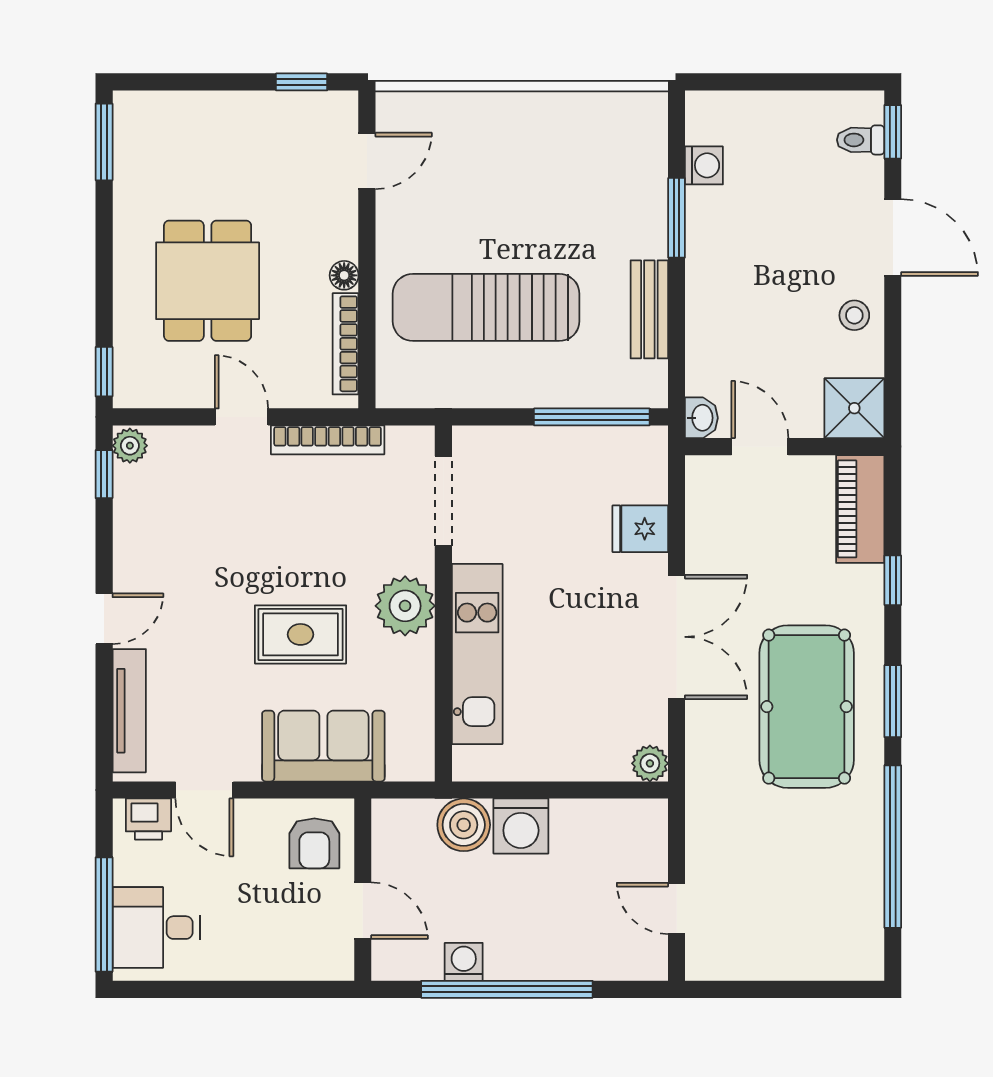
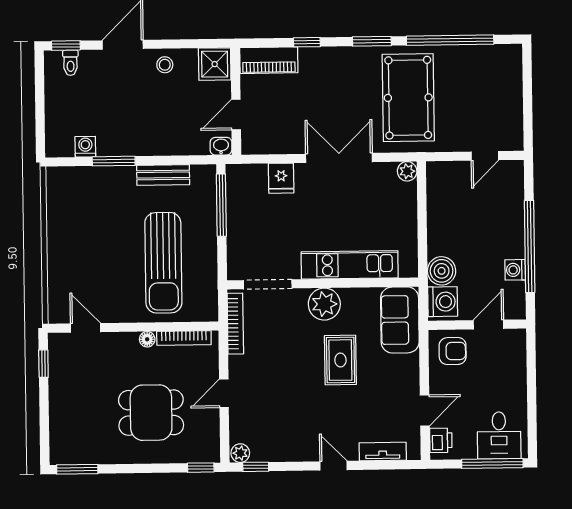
bookcase: (328, 440) -> (235, 324), moved
pool table: (807, 707) -> (408, 98), moved, turned 90
tv unit: (129, 711) -> (383, 451), width x0.71
sofa: (323, 746) -> (400, 320), moved
washing machine: (521, 826) -> (443, 302), moved

